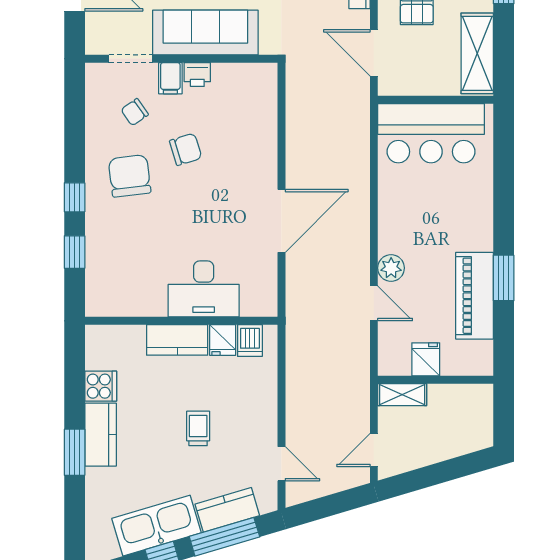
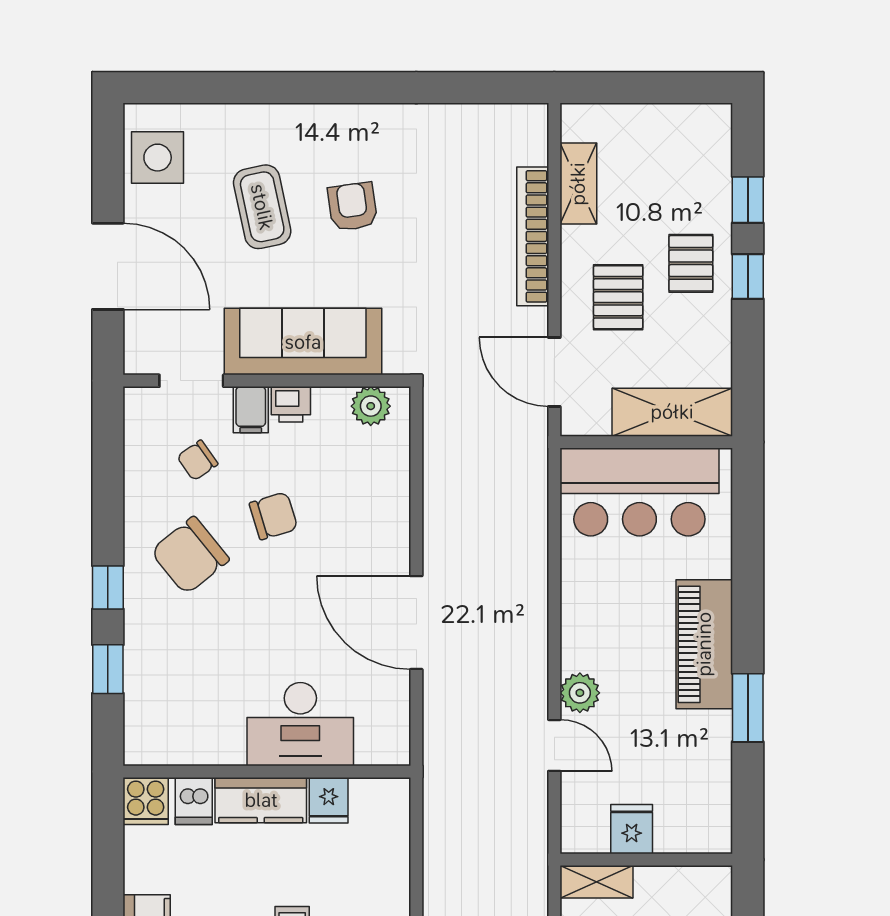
shelving: (477, 53) -> (672, 412), moved, turned 90
plant: (251, 76) -> (371, 406), added
chair: (130, 176) -> (190, 555), turned -122
door: (281, 221) -> (416, 623), swing flipped
piano: (474, 296) -> (704, 644), moved
dishwasher: (250, 341) -> (194, 801), moved
cooker: (101, 386) -> (146, 801), moved, turned 90

